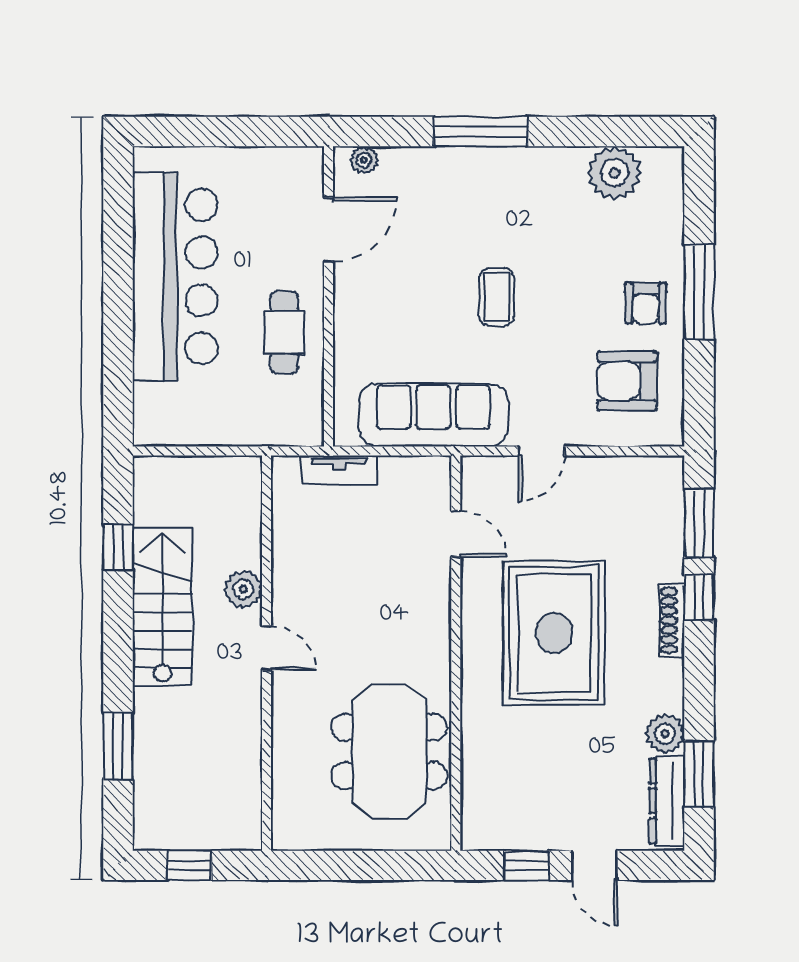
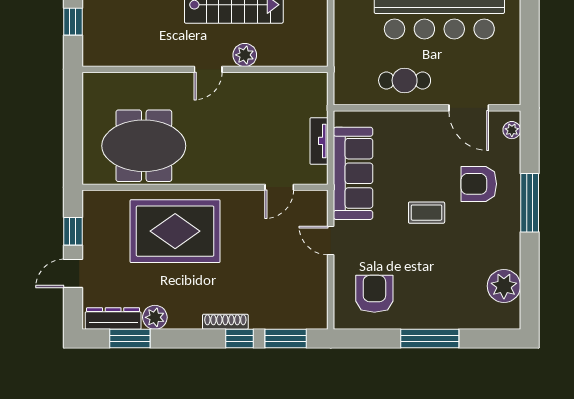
armchair: (646, 303) -> (479, 184), moved, width x1.38, depth x1.38
tv unit: (339, 470) -> (319, 141), moved
rug: (554, 633) -> (175, 231), moved

